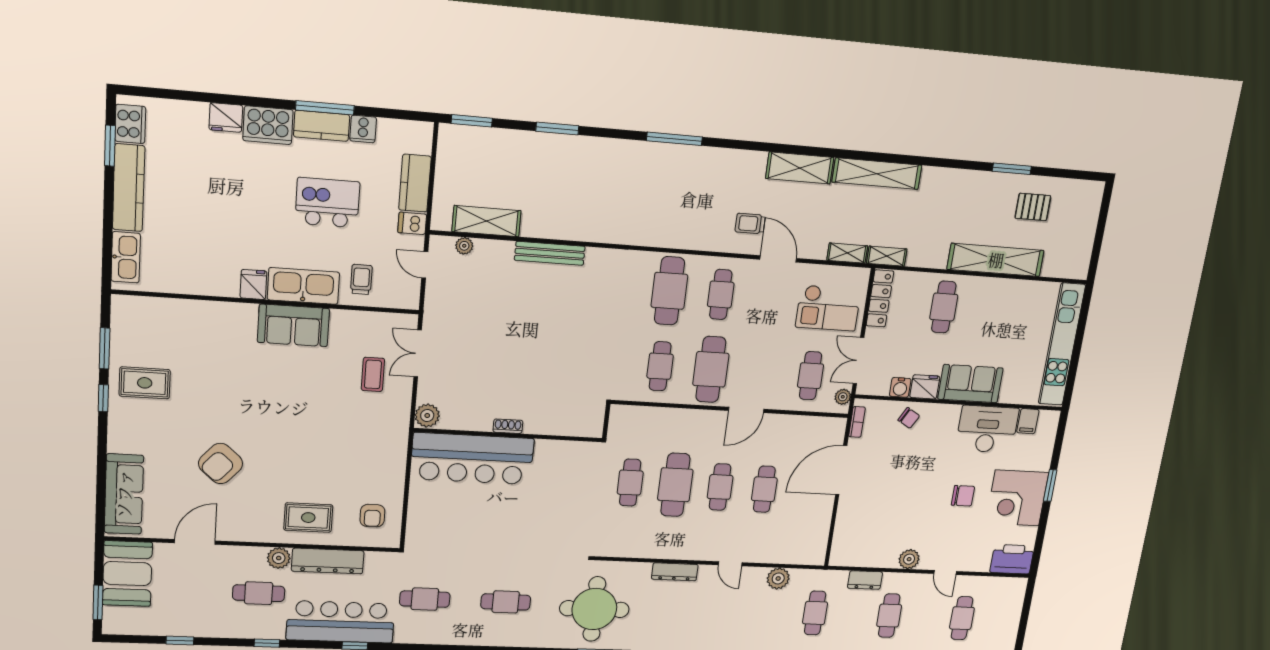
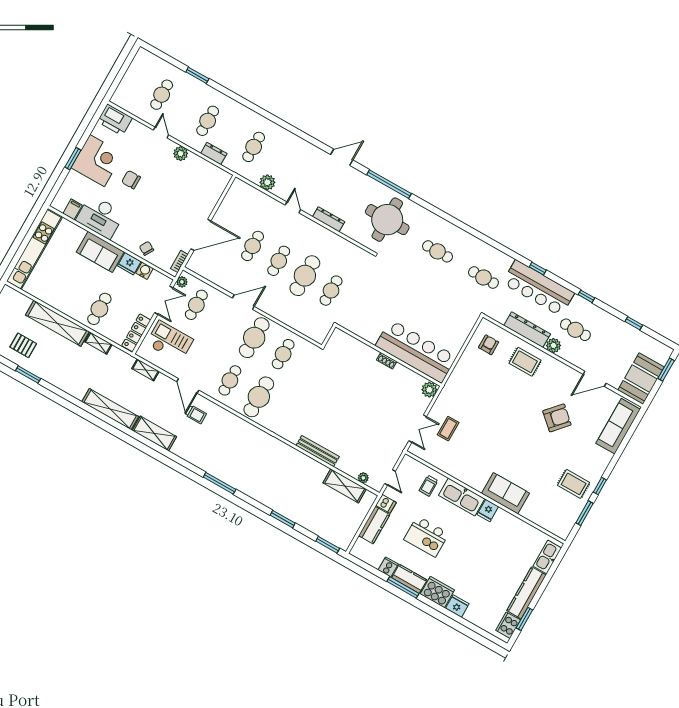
shelving: (887, 256) -> (98, 343), moved
sofa: (293, 325) -> (505, 493), moved

